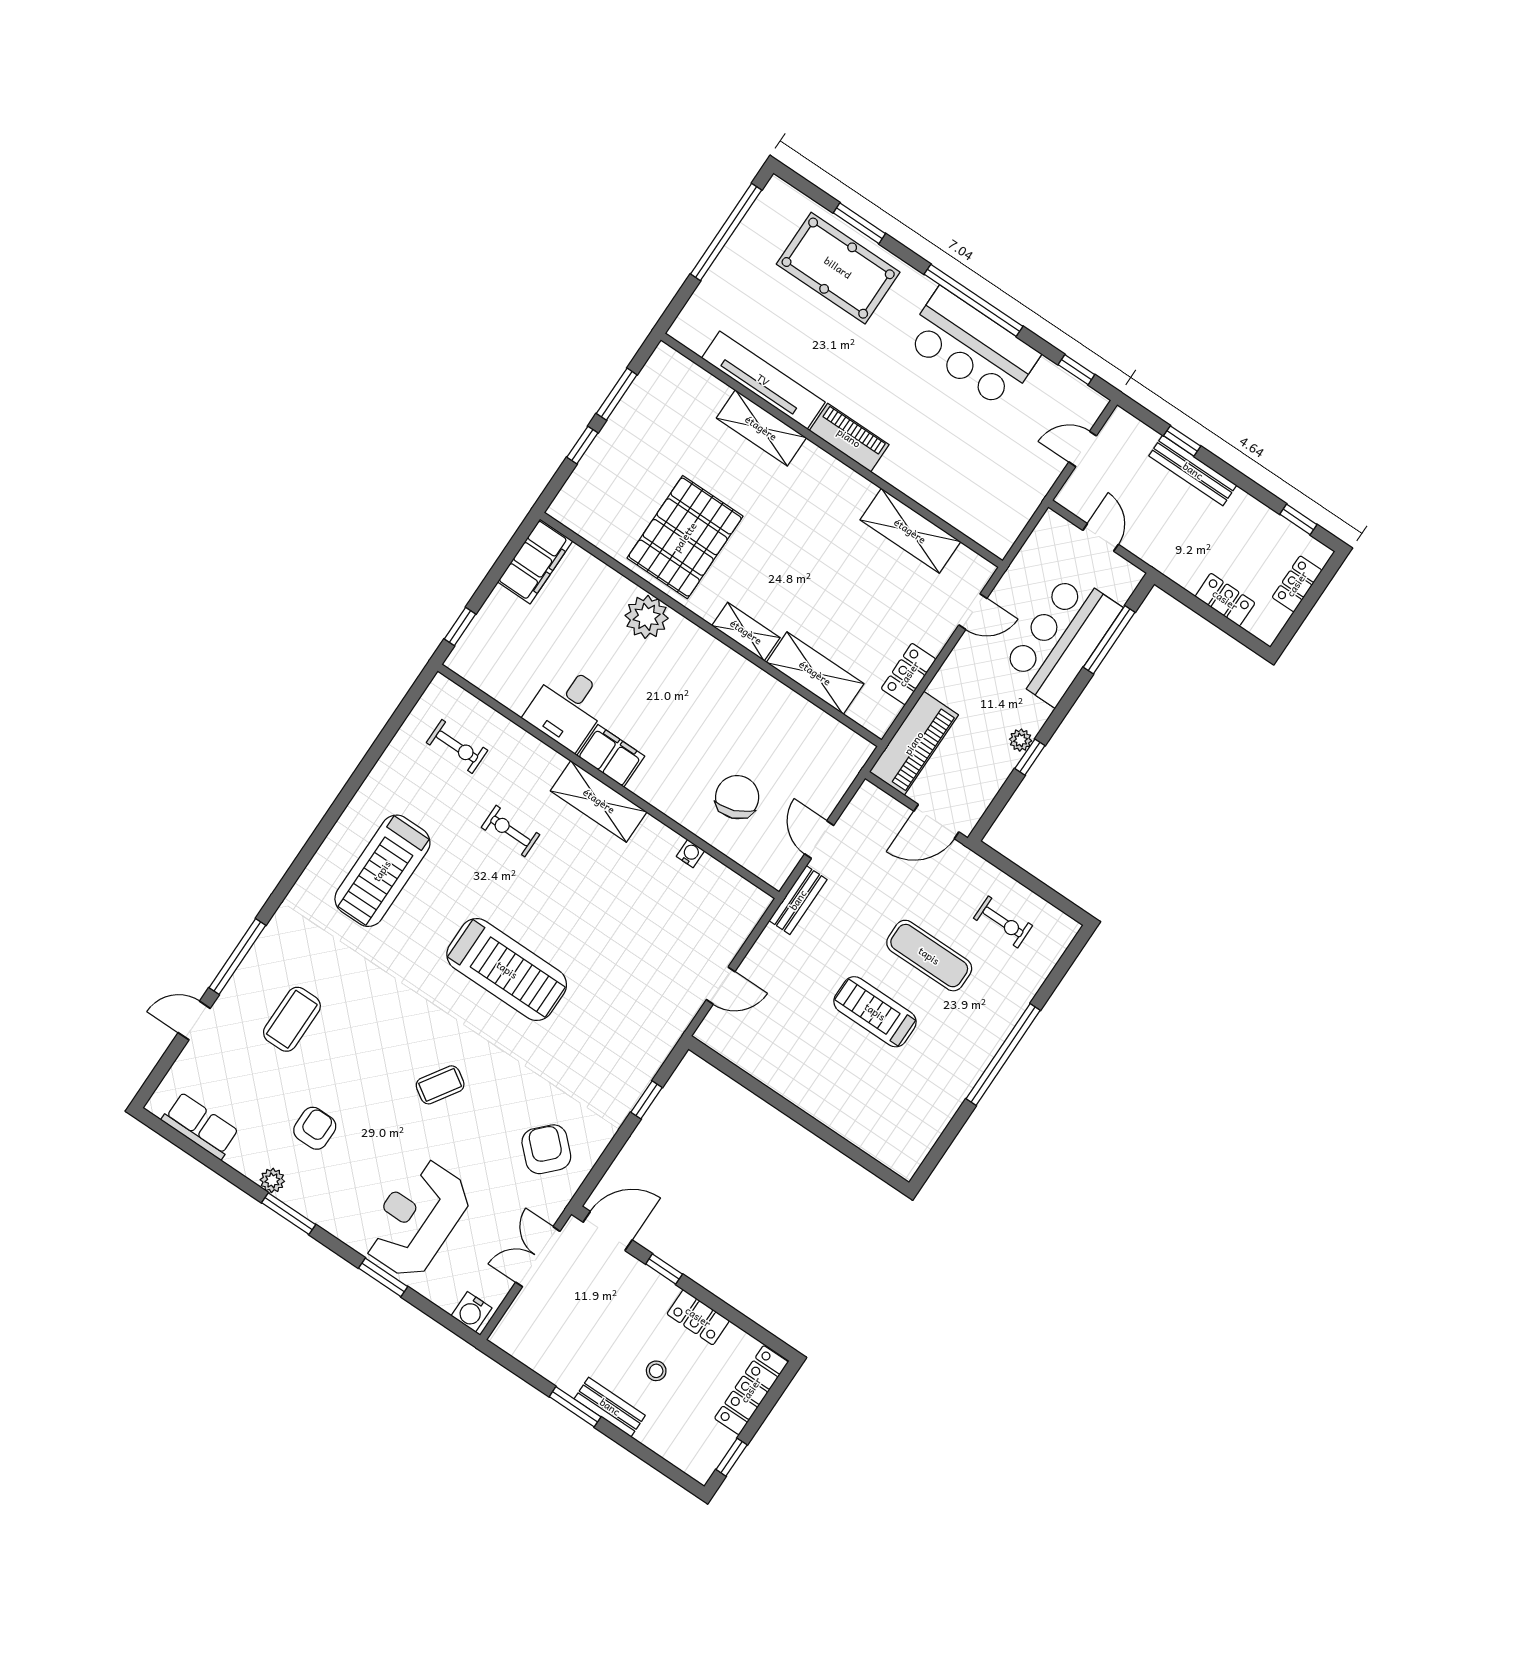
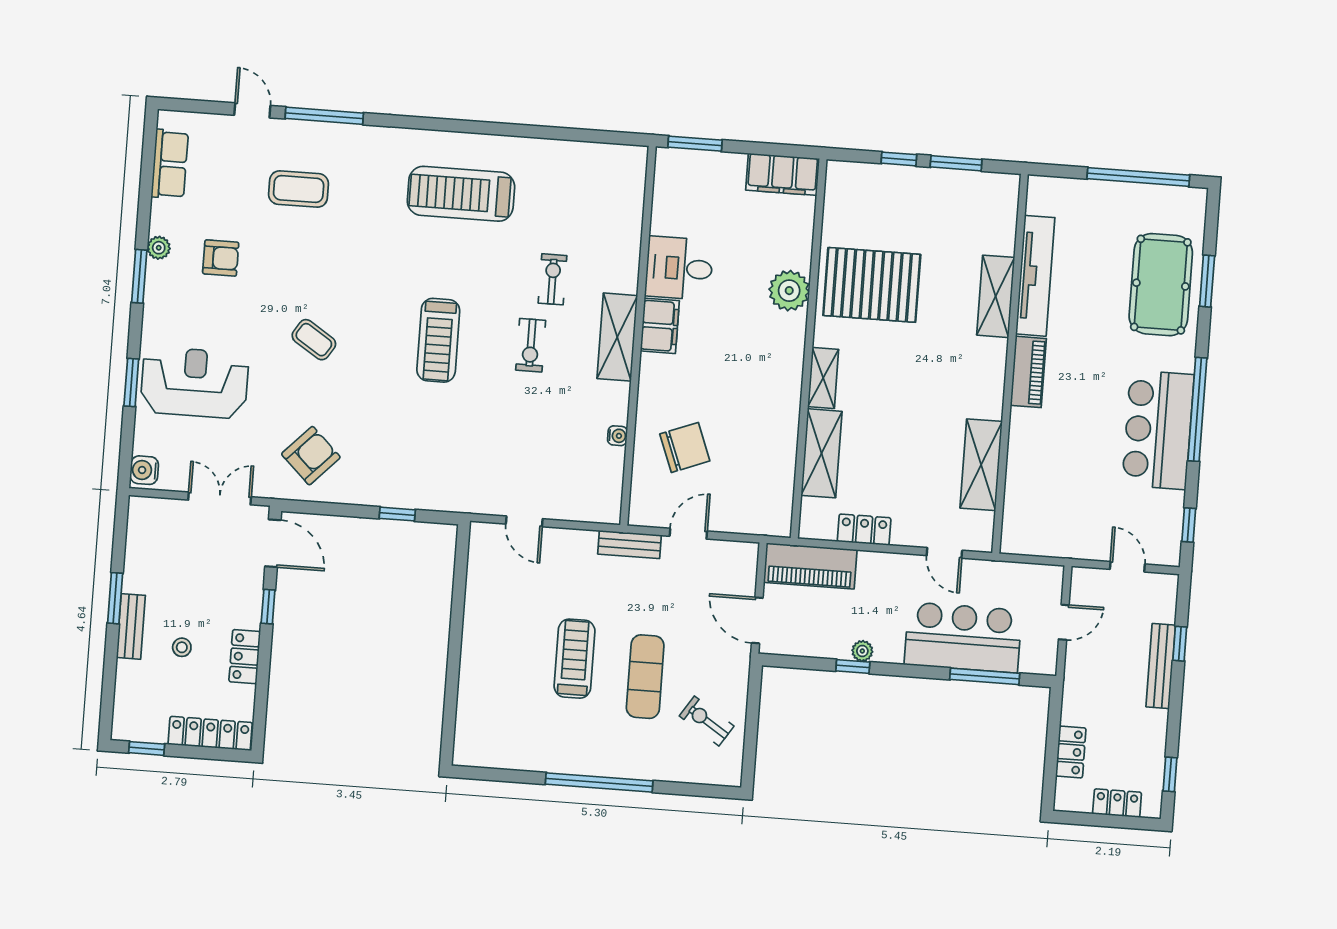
window: (460, 627) -> (695, 144), width x1.50
exercise bike: (457, 746) -> (531, 345), moved
exercise bike: (1003, 922) -> (707, 721), turned 123
treadmill: (507, 970) -> (438, 340), width x0.73, depth x0.73

